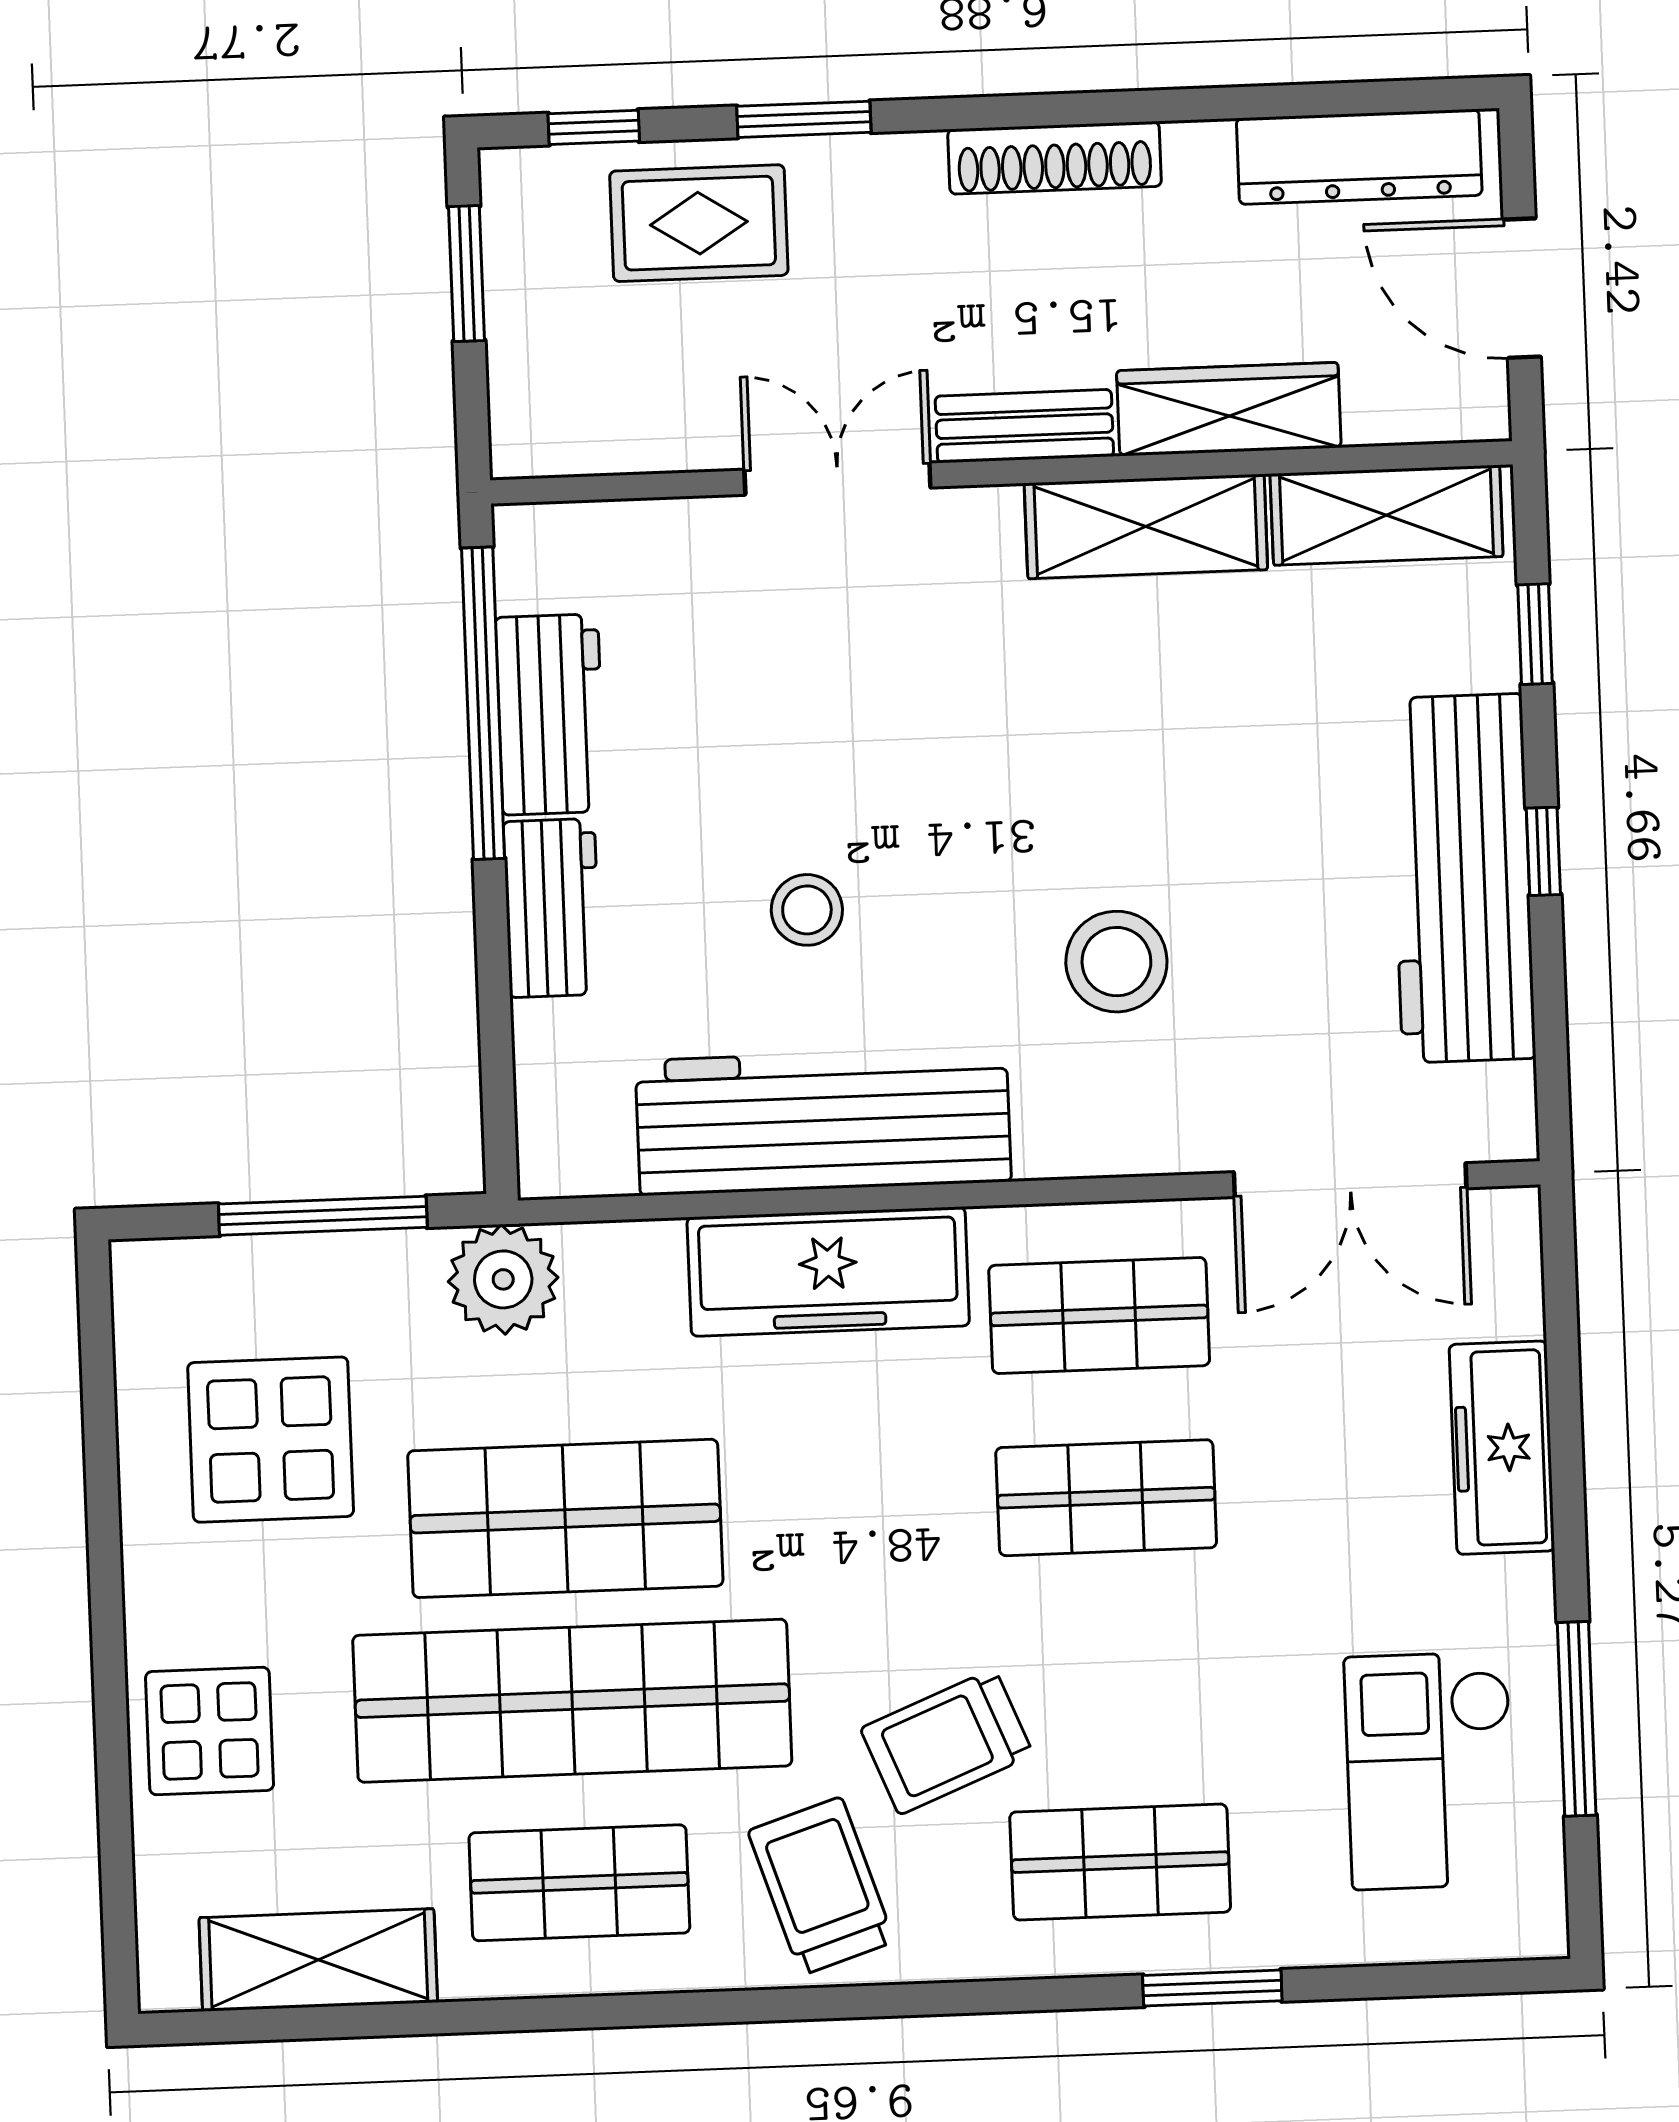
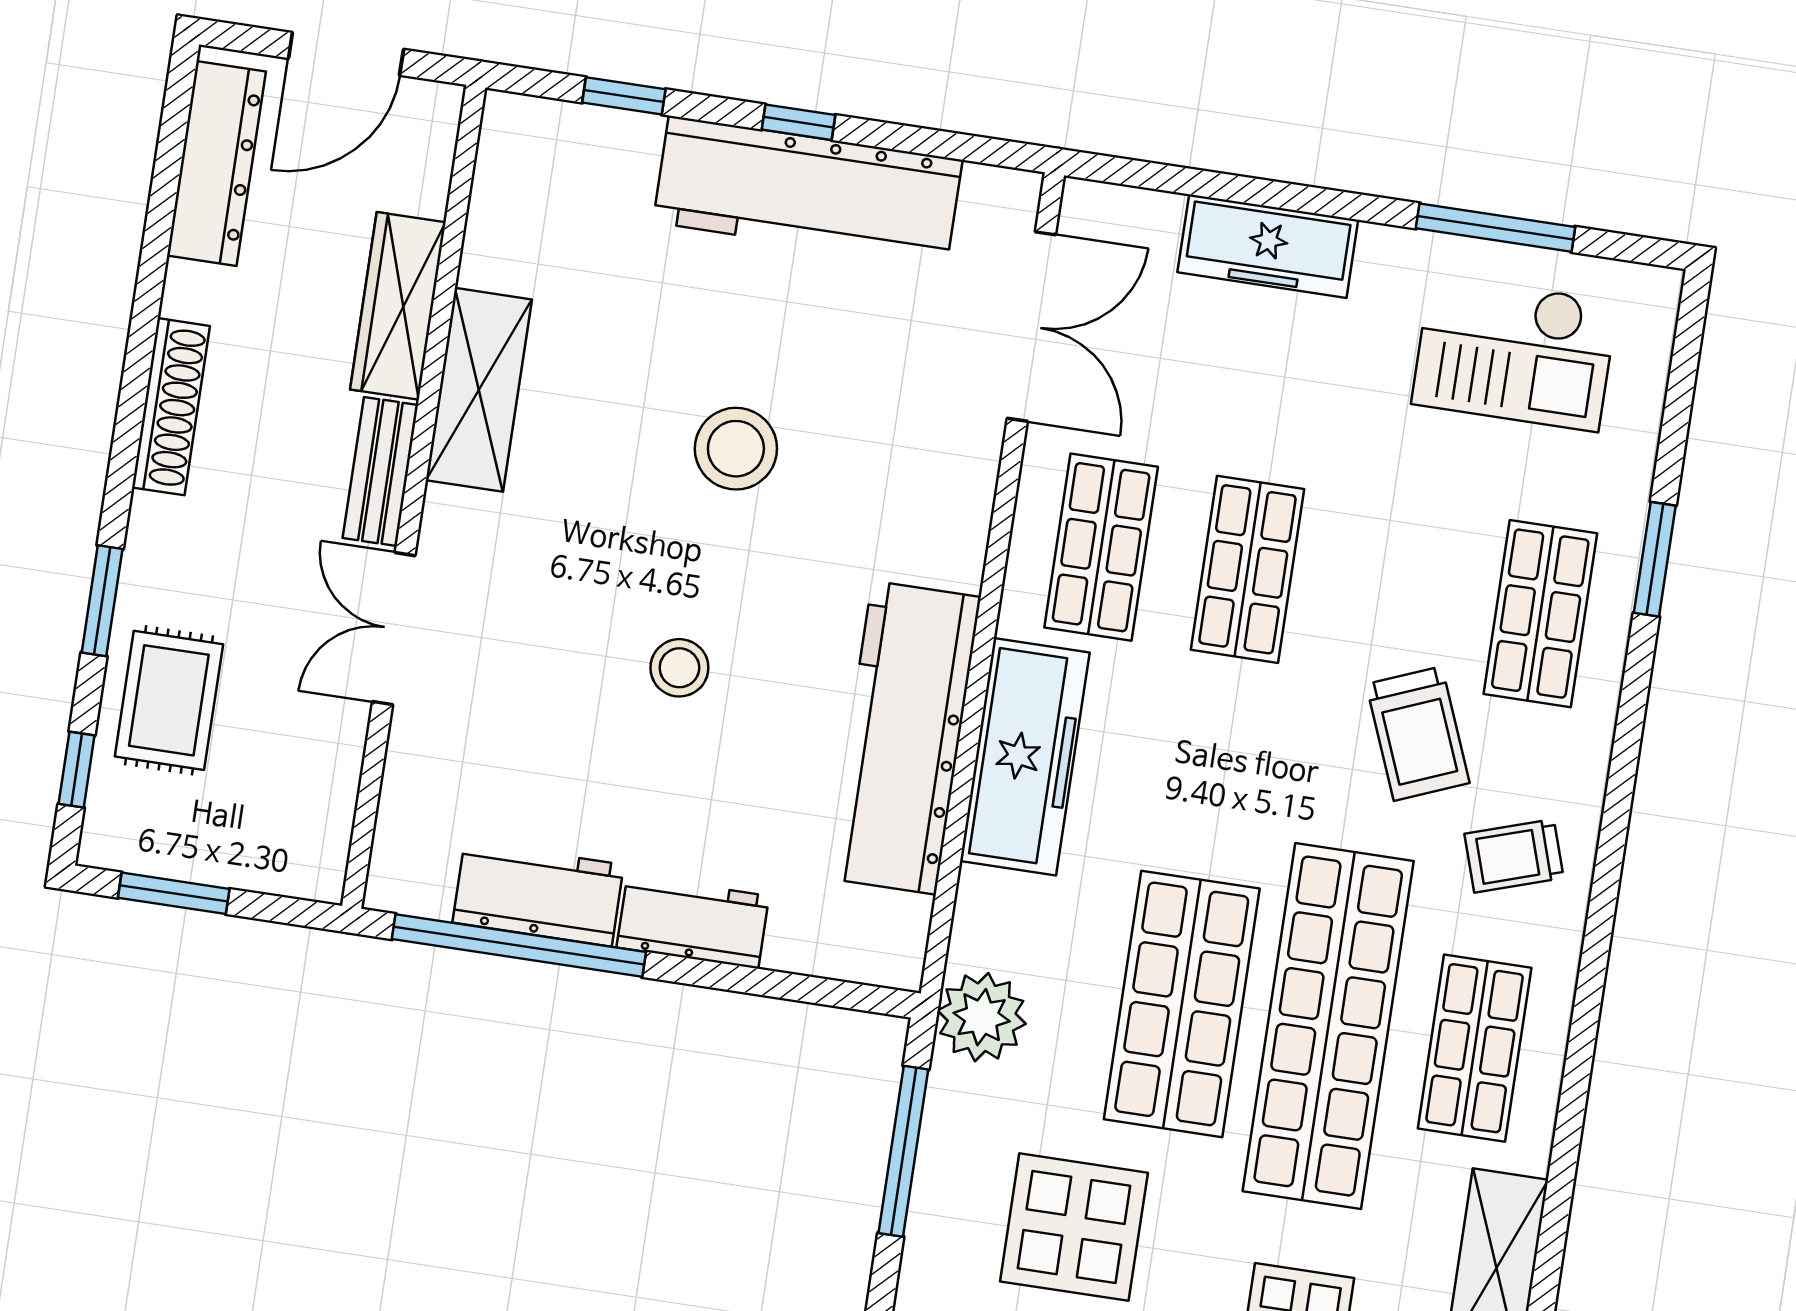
shelving: (1387, 515) -> (506, 196), removed
stool: (807, 910) -> (679, 668), moved
stool: (1116, 962) -> (736, 449), moved
trolley: (821, 1886) -> (1514, 856), width x0.73, depth x0.72

